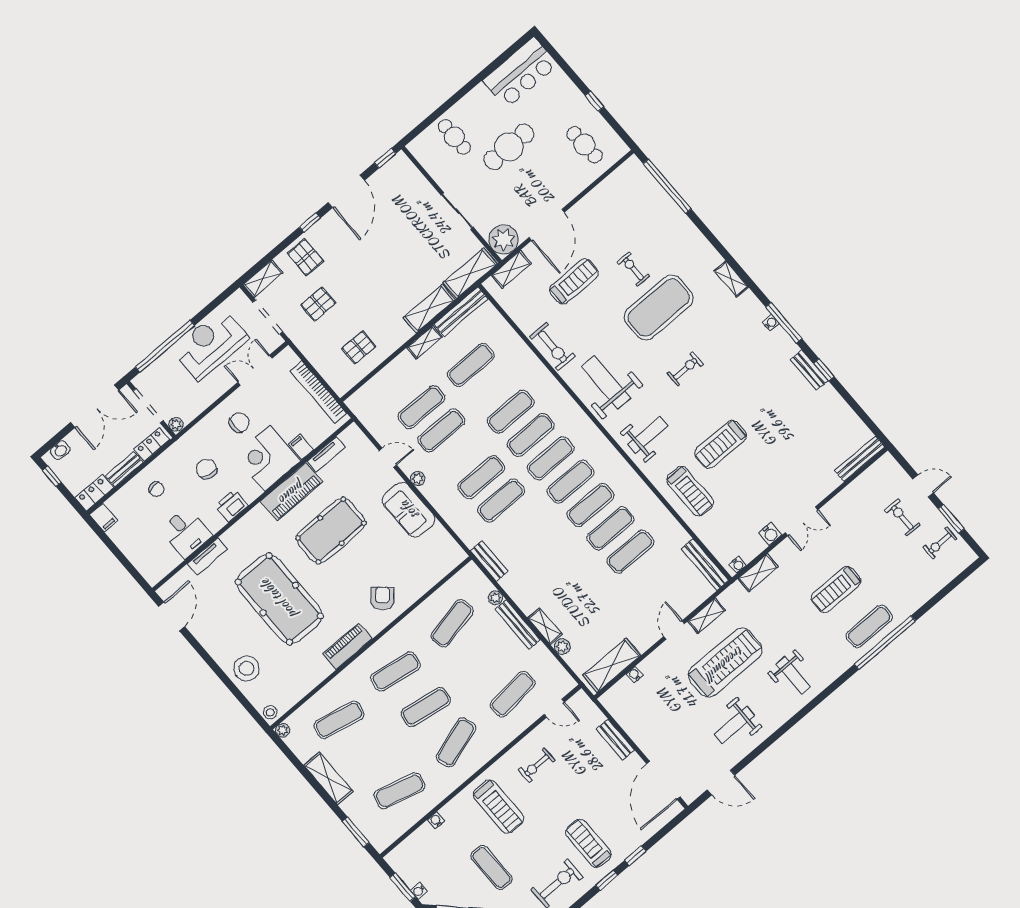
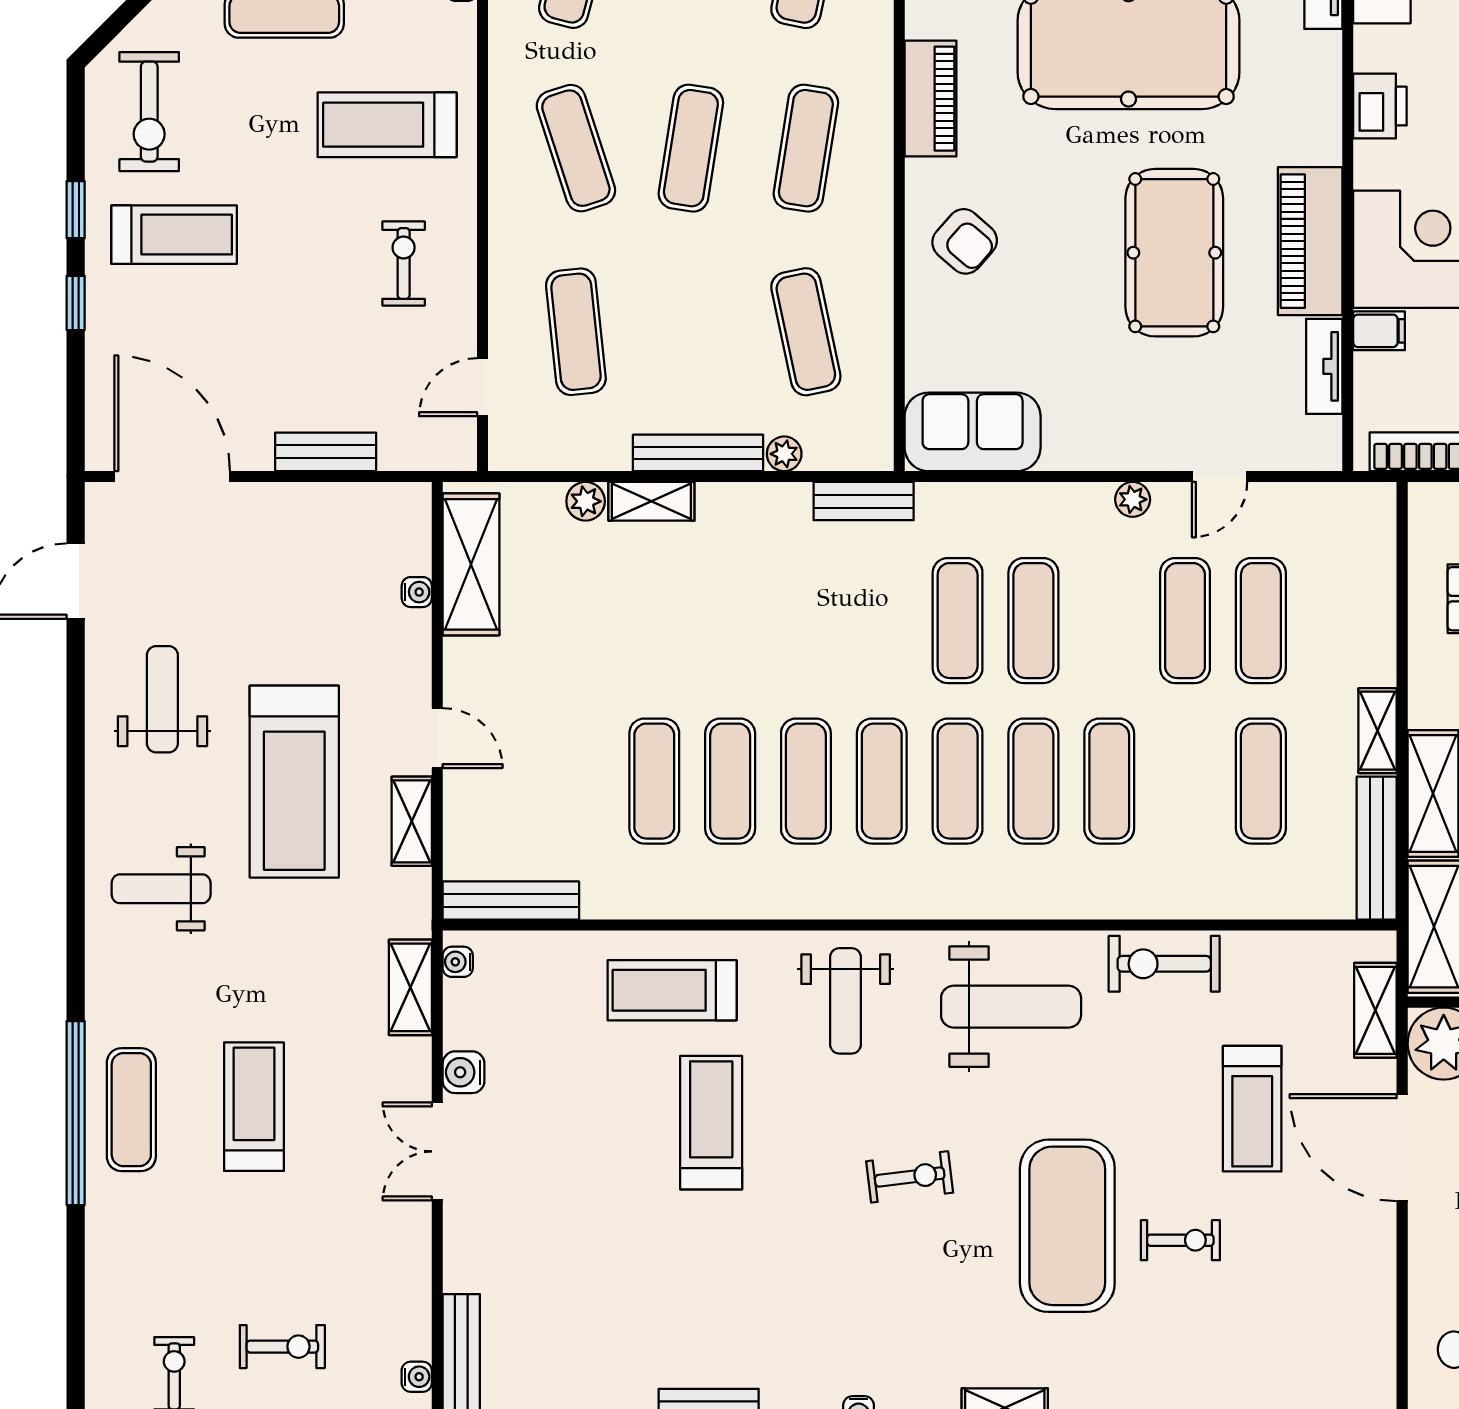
exercise bike: (685, 369) -> (910, 1177), turned -97
water cooler: (876, 468) -> (417, 1377), added
sofa: (409, 510) -> (973, 432), moved

